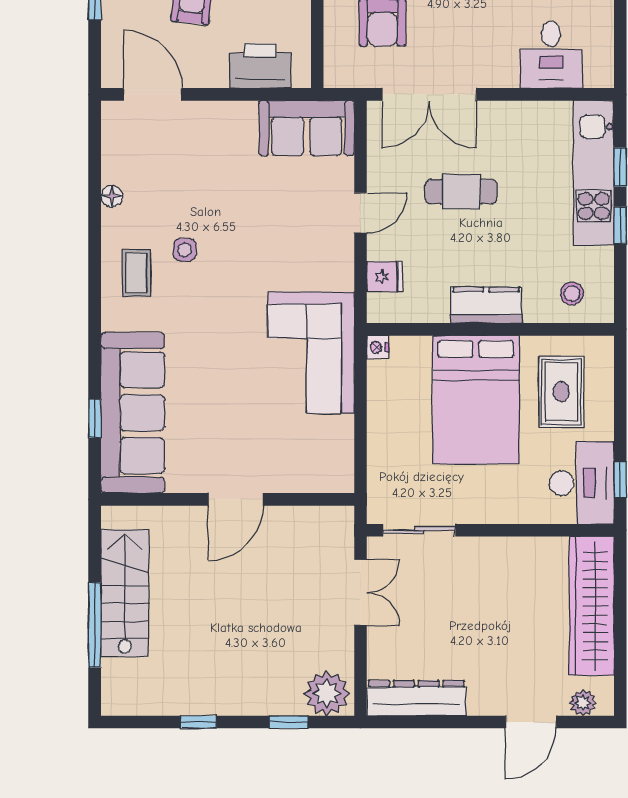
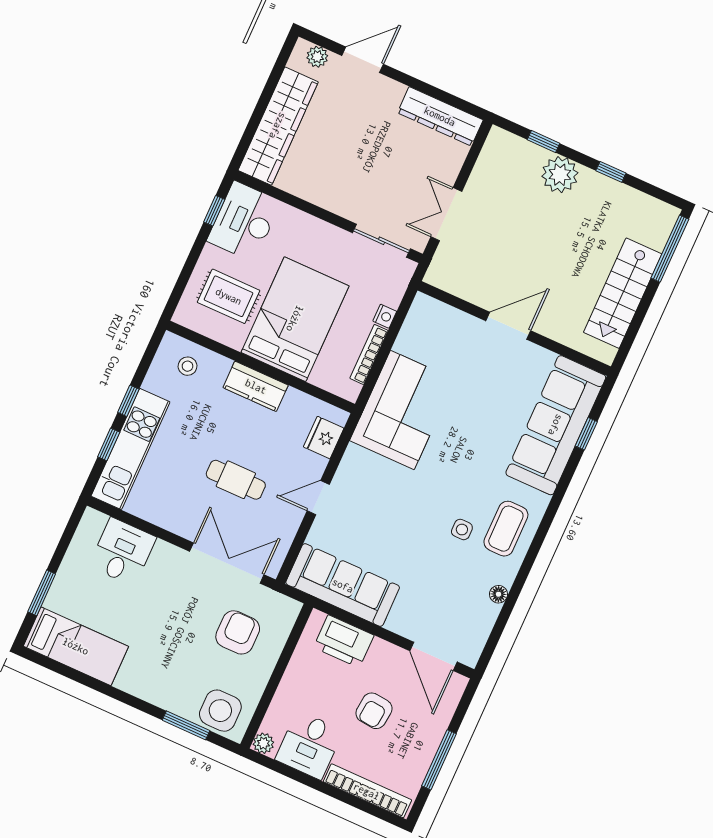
sofa: (307, 128) -> (343, 585), width x1.36
coffee table: (136, 273) -> (506, 529), width x1.36, depth x1.30
fridge: (385, 277) -> (324, 438), width x1.38
nightstand: (378, 347) -> (385, 316), moved
rug: (561, 392) -> (229, 296), turned 90
bookcase: (376, 398) -> (369, 354), added
window: (95, 625) -> (670, 249), moved
plant: (327, 693) -> (560, 175), moved

